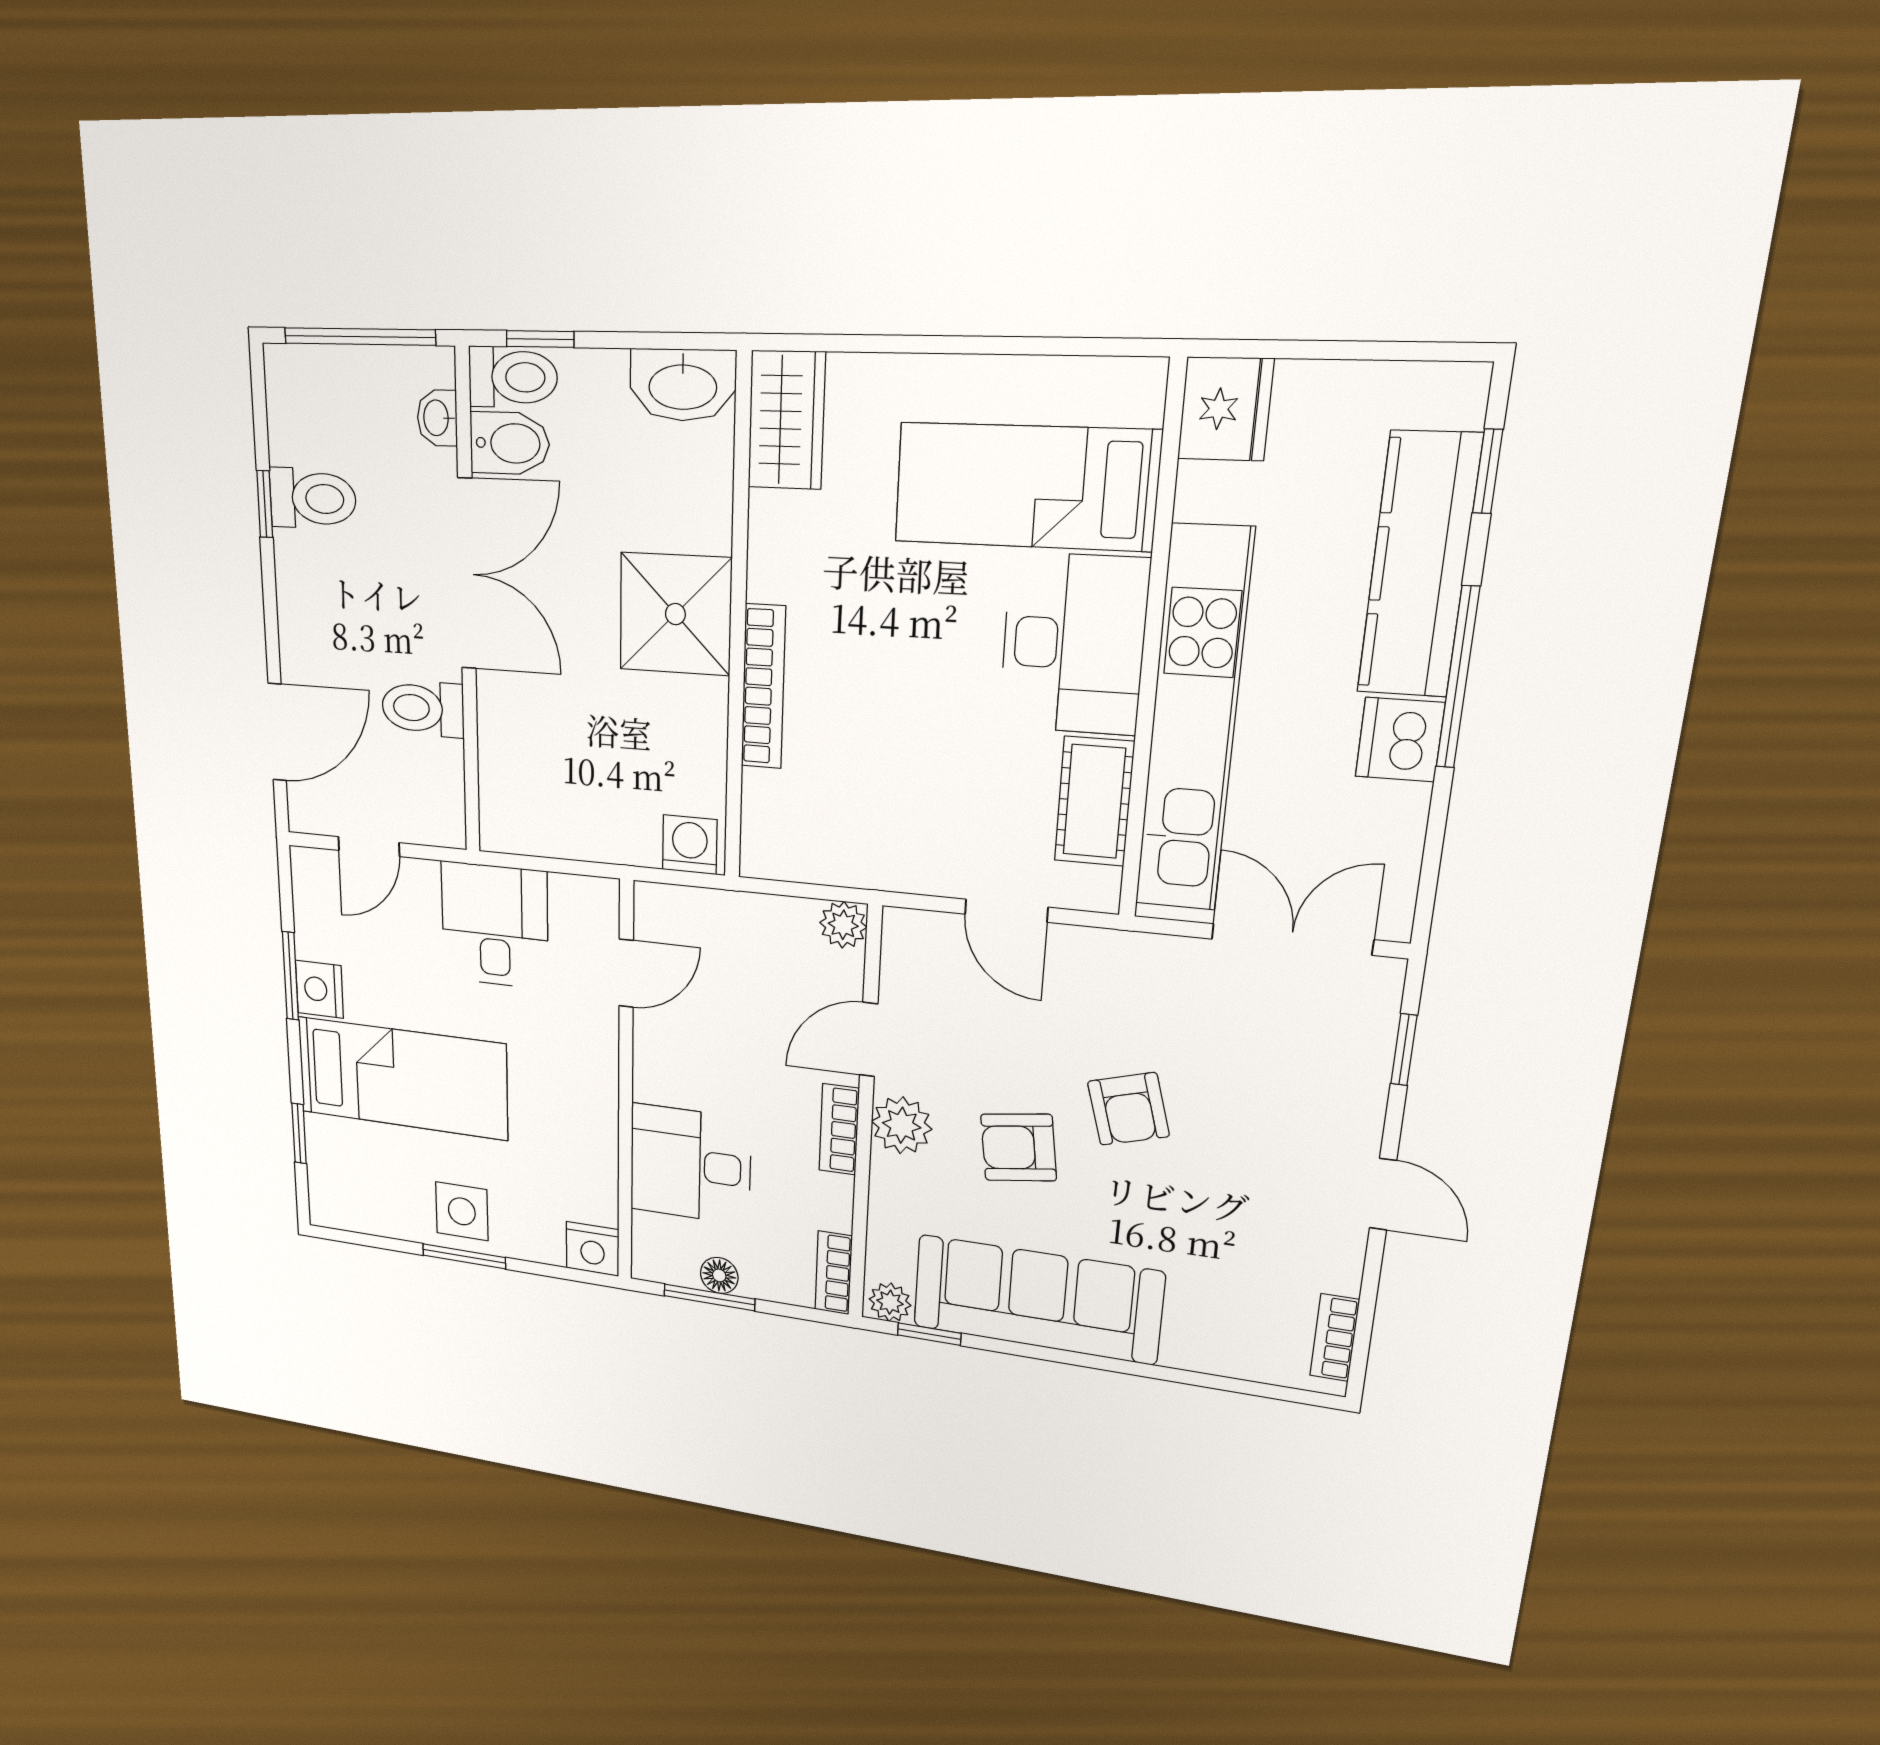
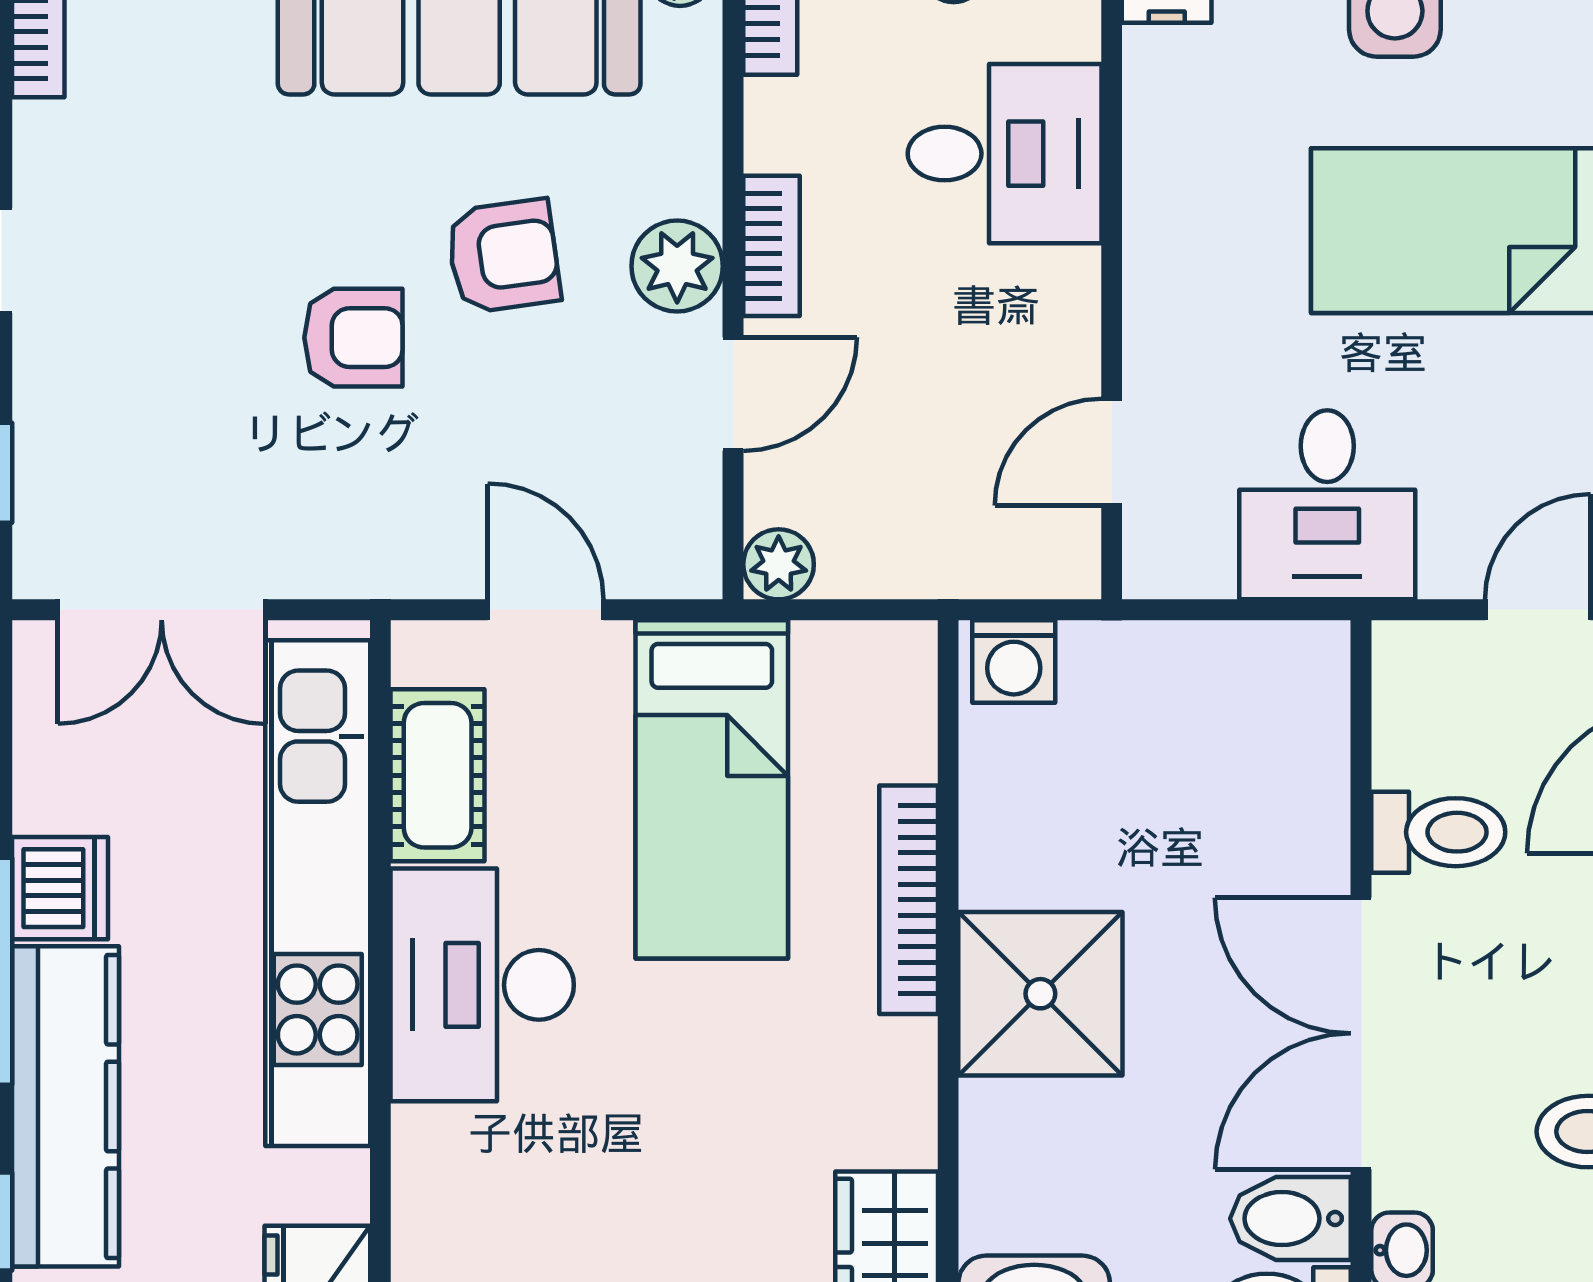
bed: (1026, 487) -> (712, 789), moved, turned 90
armchair: (1128, 1109) -> (353, 338), turned 106

